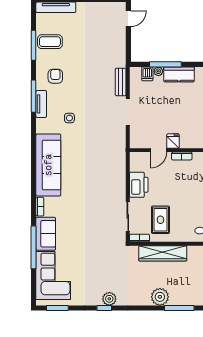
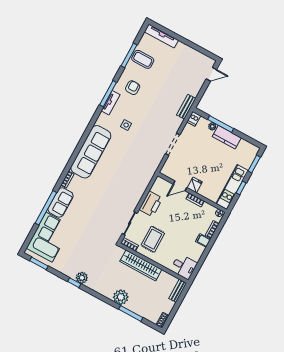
dishwasher: (147, 74) -> (194, 119), moved
bench: (121, 82) -> (186, 107), moved

